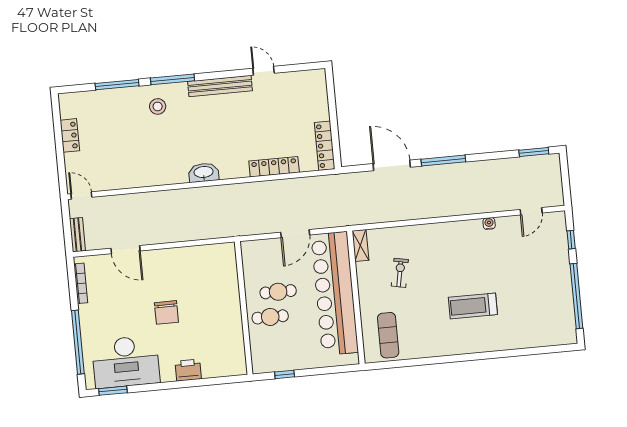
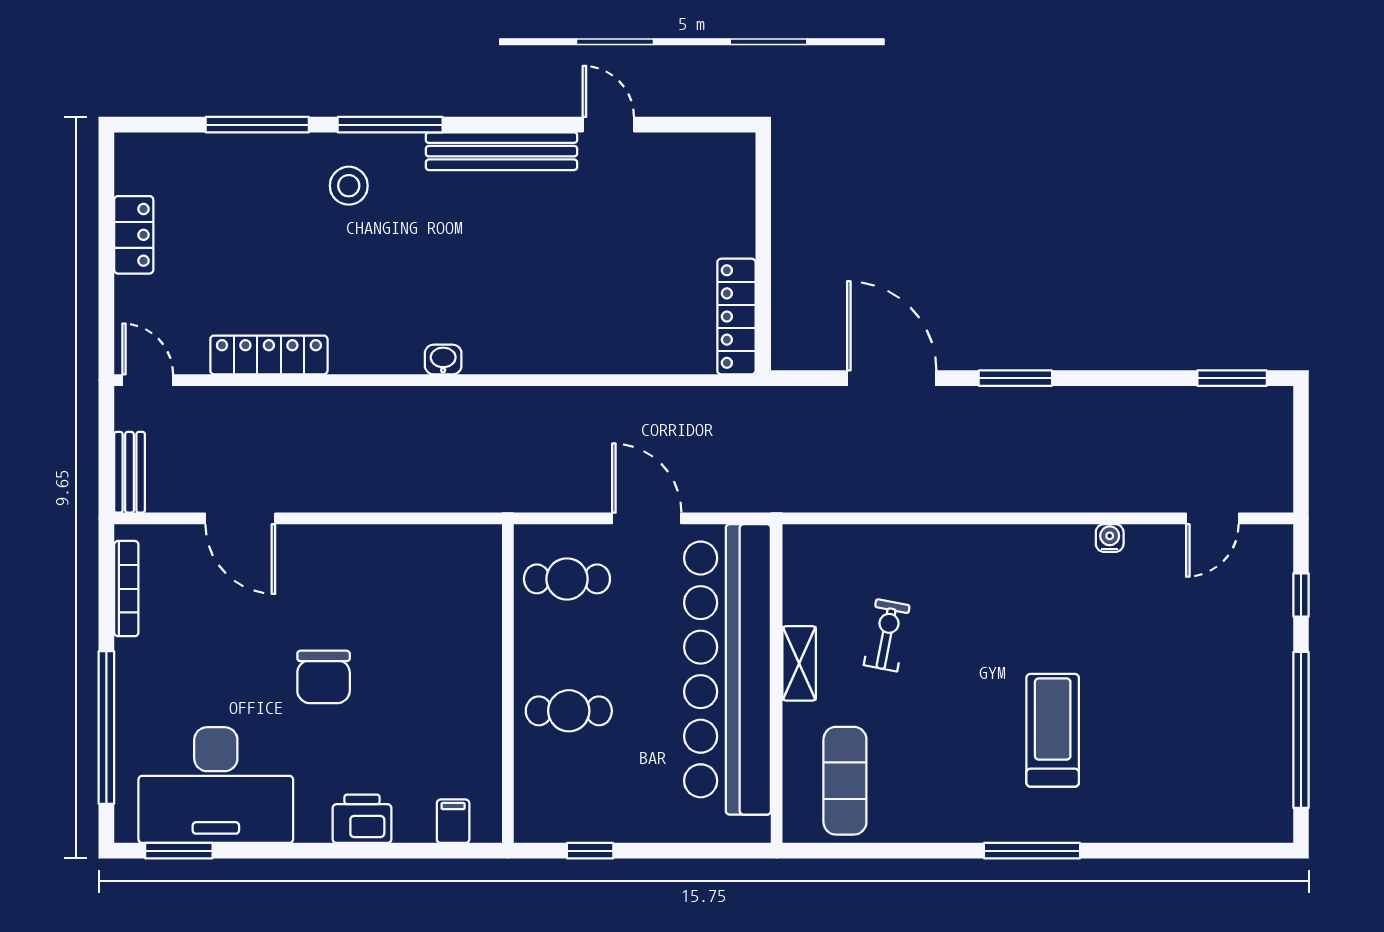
window: (443, 160) -> (1015, 378), width x0.69
locker: (274, 167) -> (269, 355), moved
washbasin: (204, 173) -> (443, 360), width x0.52, depth x0.69
door: (295, 234) -> (647, 518), swing flipped
shelving: (360, 245) -> (799, 663), moved
cafe table: (278, 292) -> (567, 579), moved
treadmill: (473, 306) -> (1053, 730), turned 90
window: (469, 357) -> (1032, 851), added
filing cabinet: (226, 368) -> (453, 821), added

